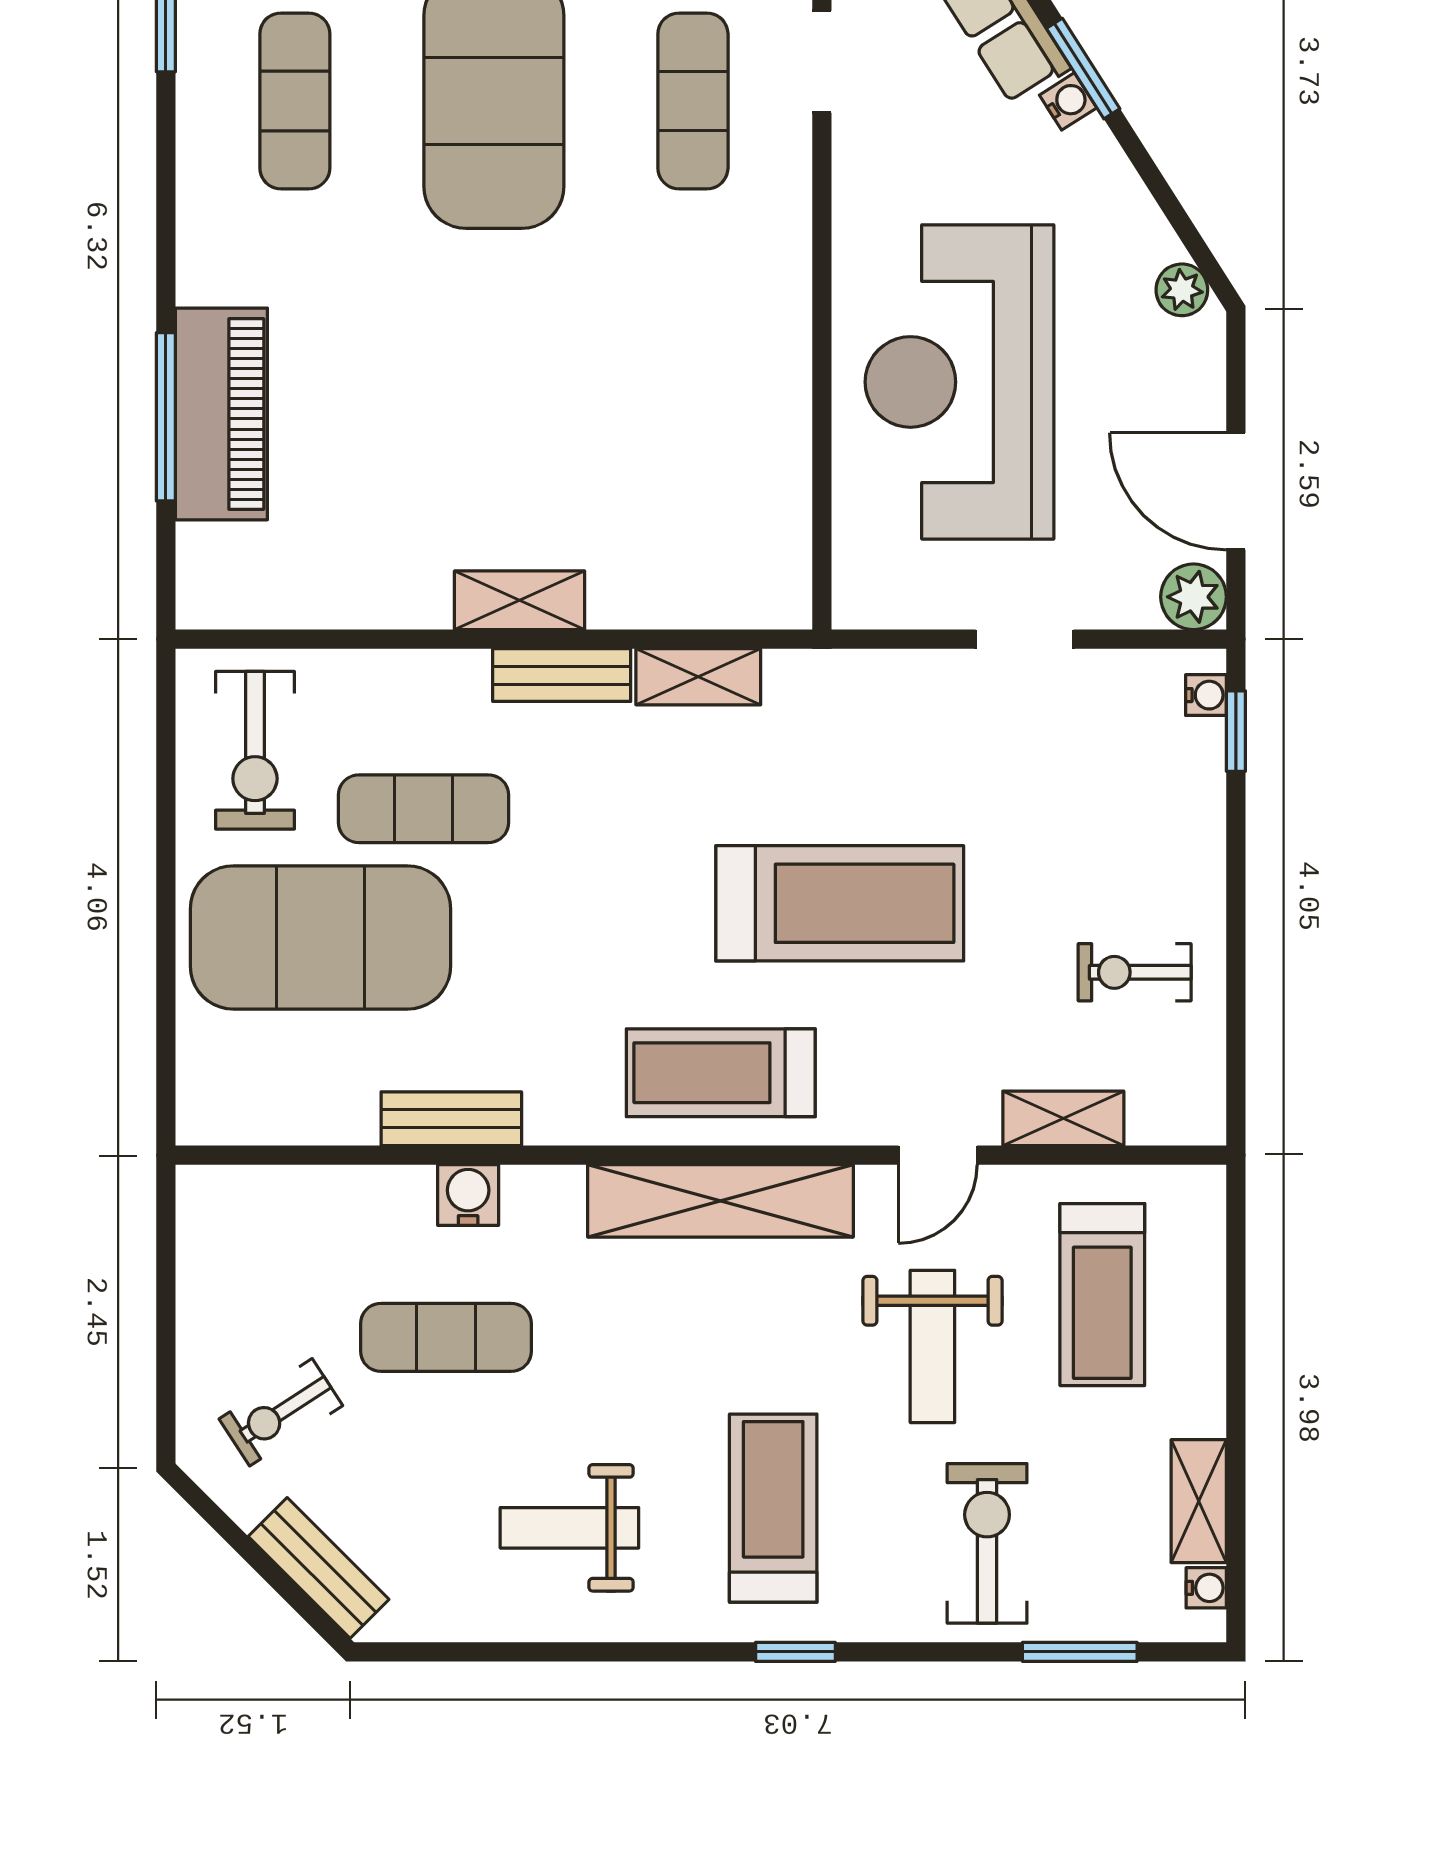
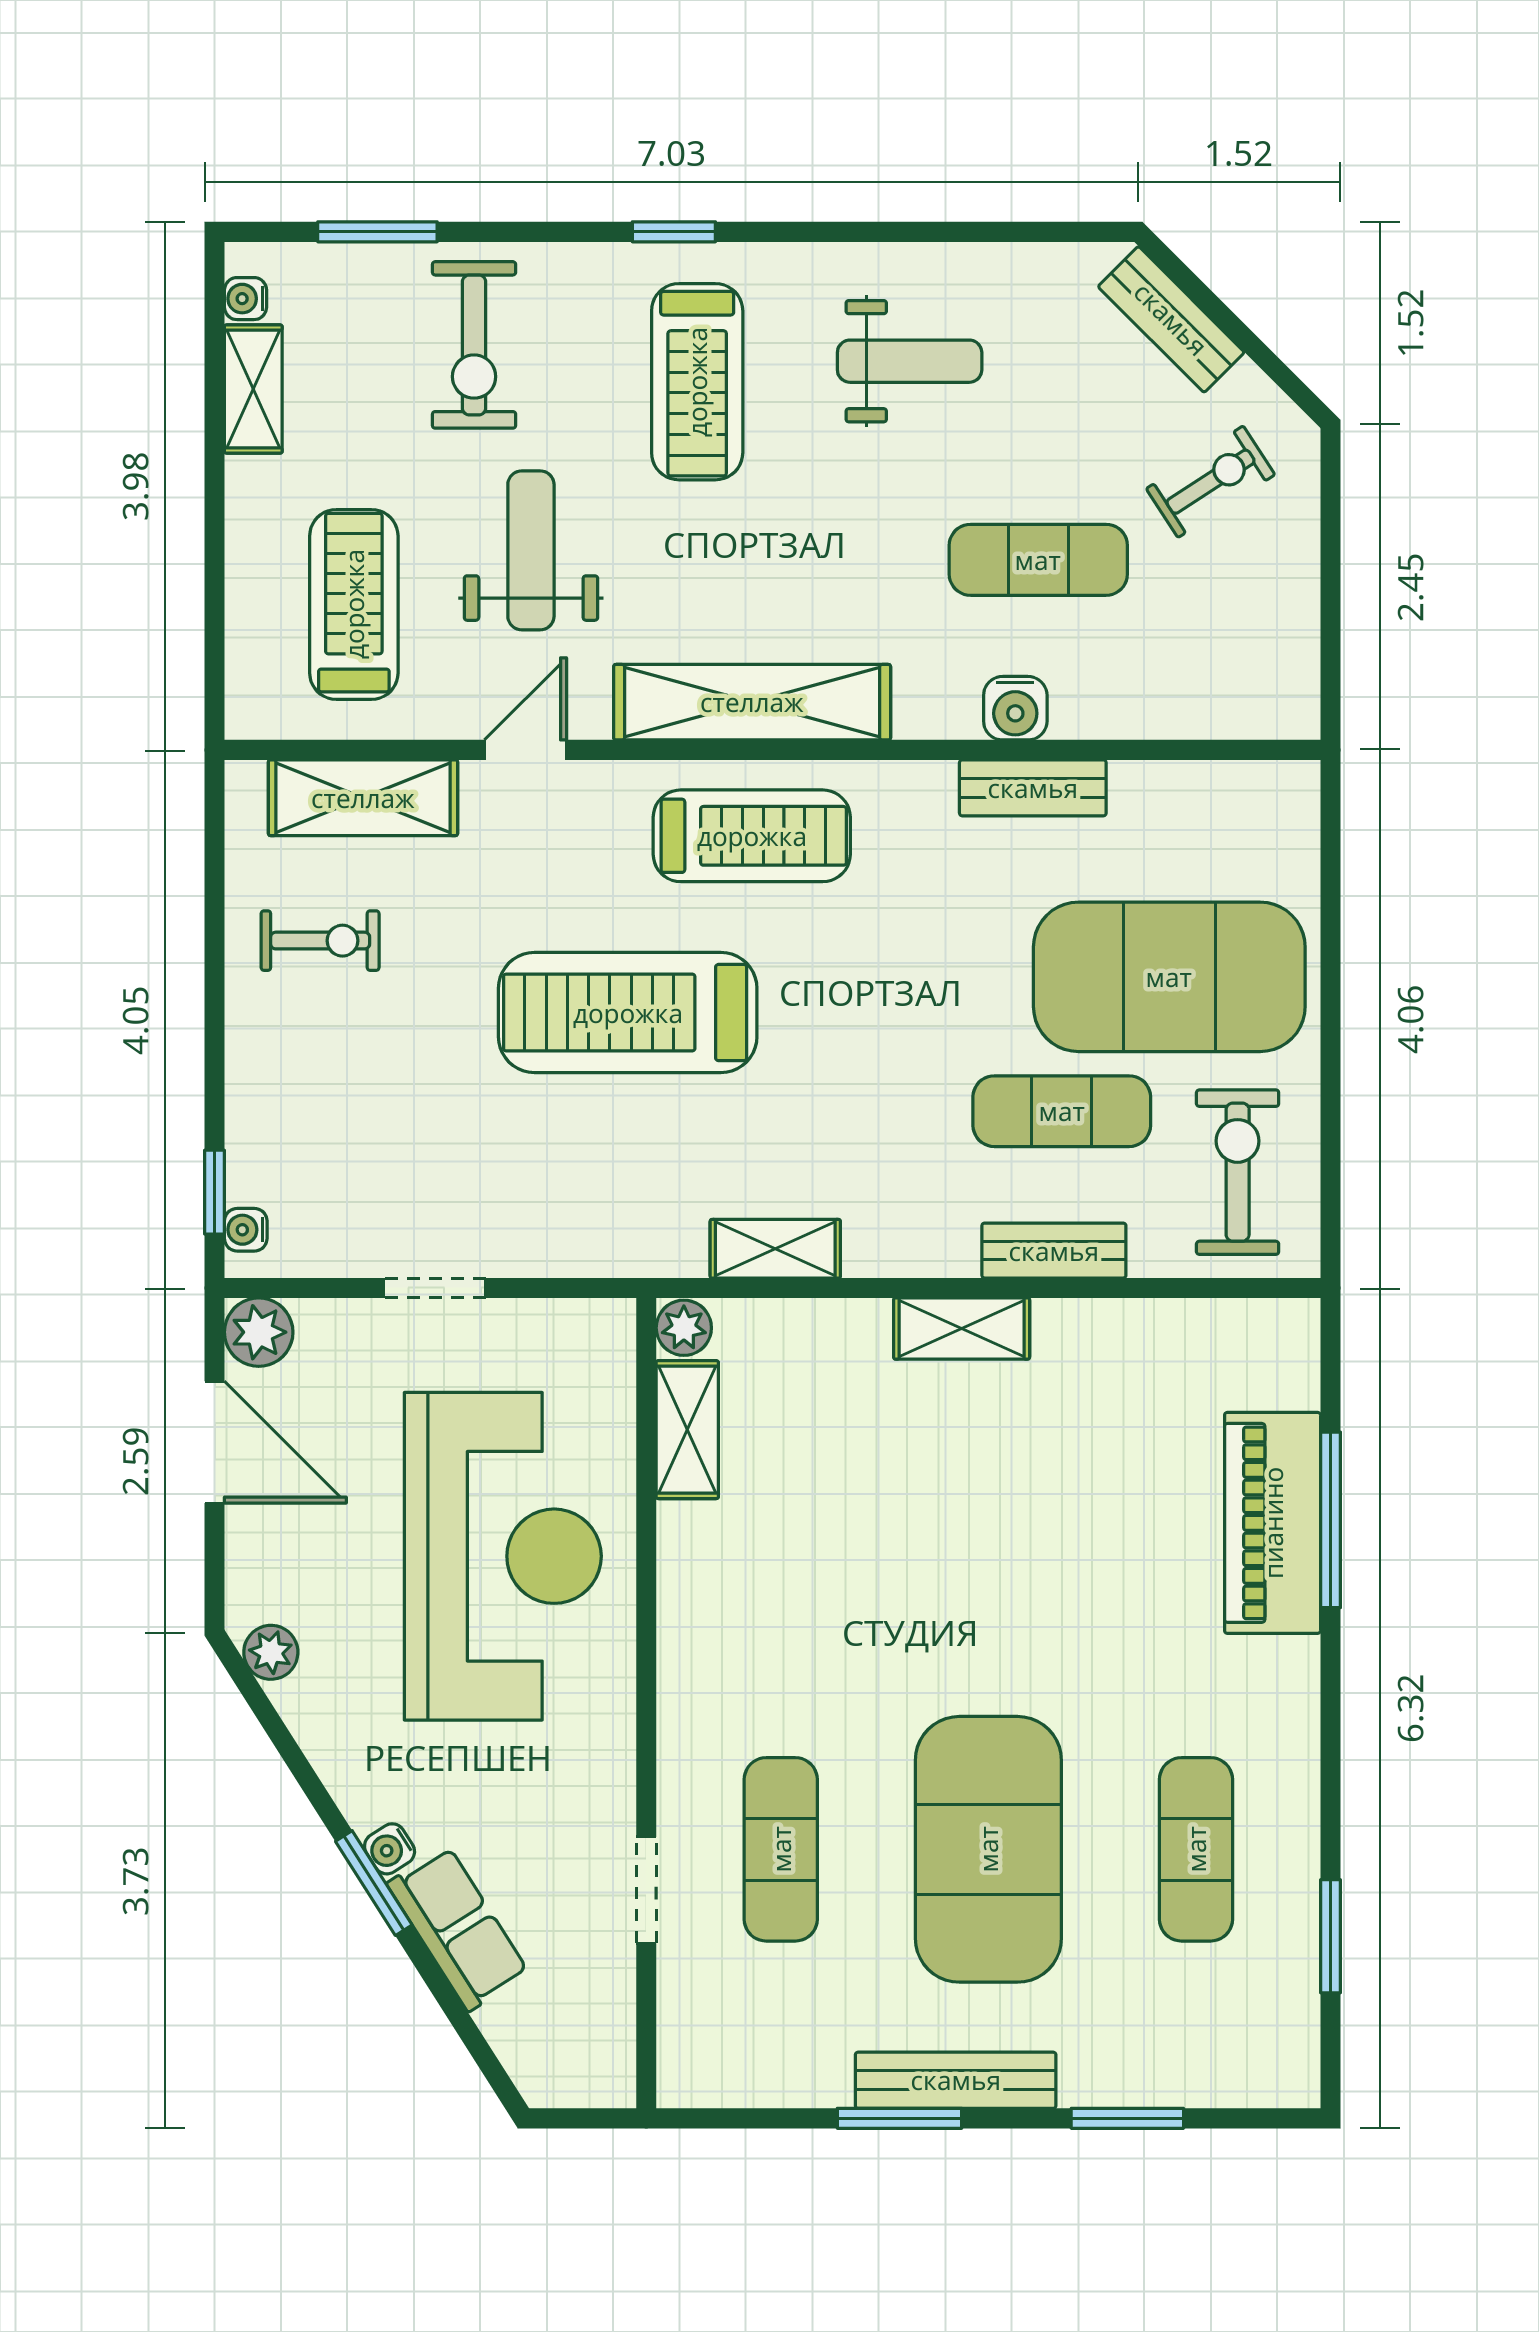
shelving: (783, 503) -> (687, 1430), added
plant: (786, 601) -> (684, 1328), added
bench: (562, 675) -> (1054, 1251), moved
shelving: (1063, 1118) -> (363, 798), width x1.50, depth x1.33

